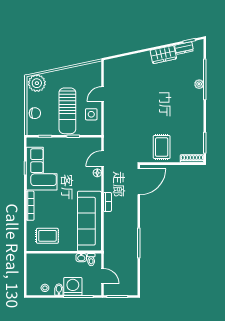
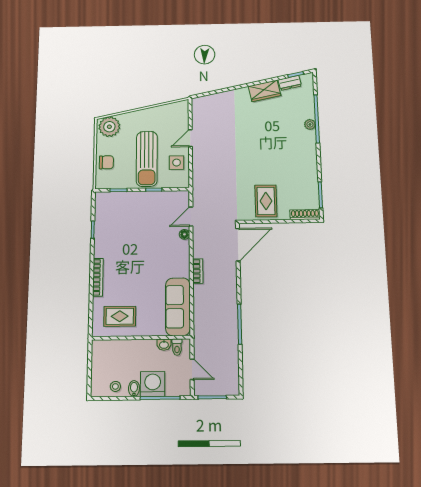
corner sofa: (42, 169) -> (114, 230), removed
sofa: (89, 221) -> (178, 307), width x0.74, depth x0.79

